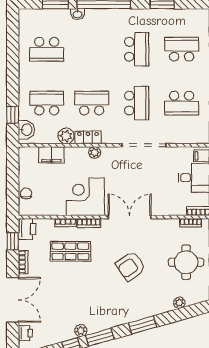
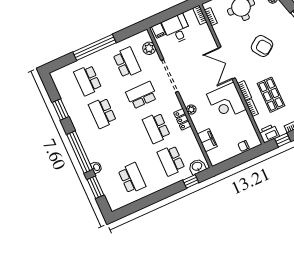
school desk: (137, 49) -> (102, 113), turned -90
plant: (66, 136) -> (149, 48), moved

